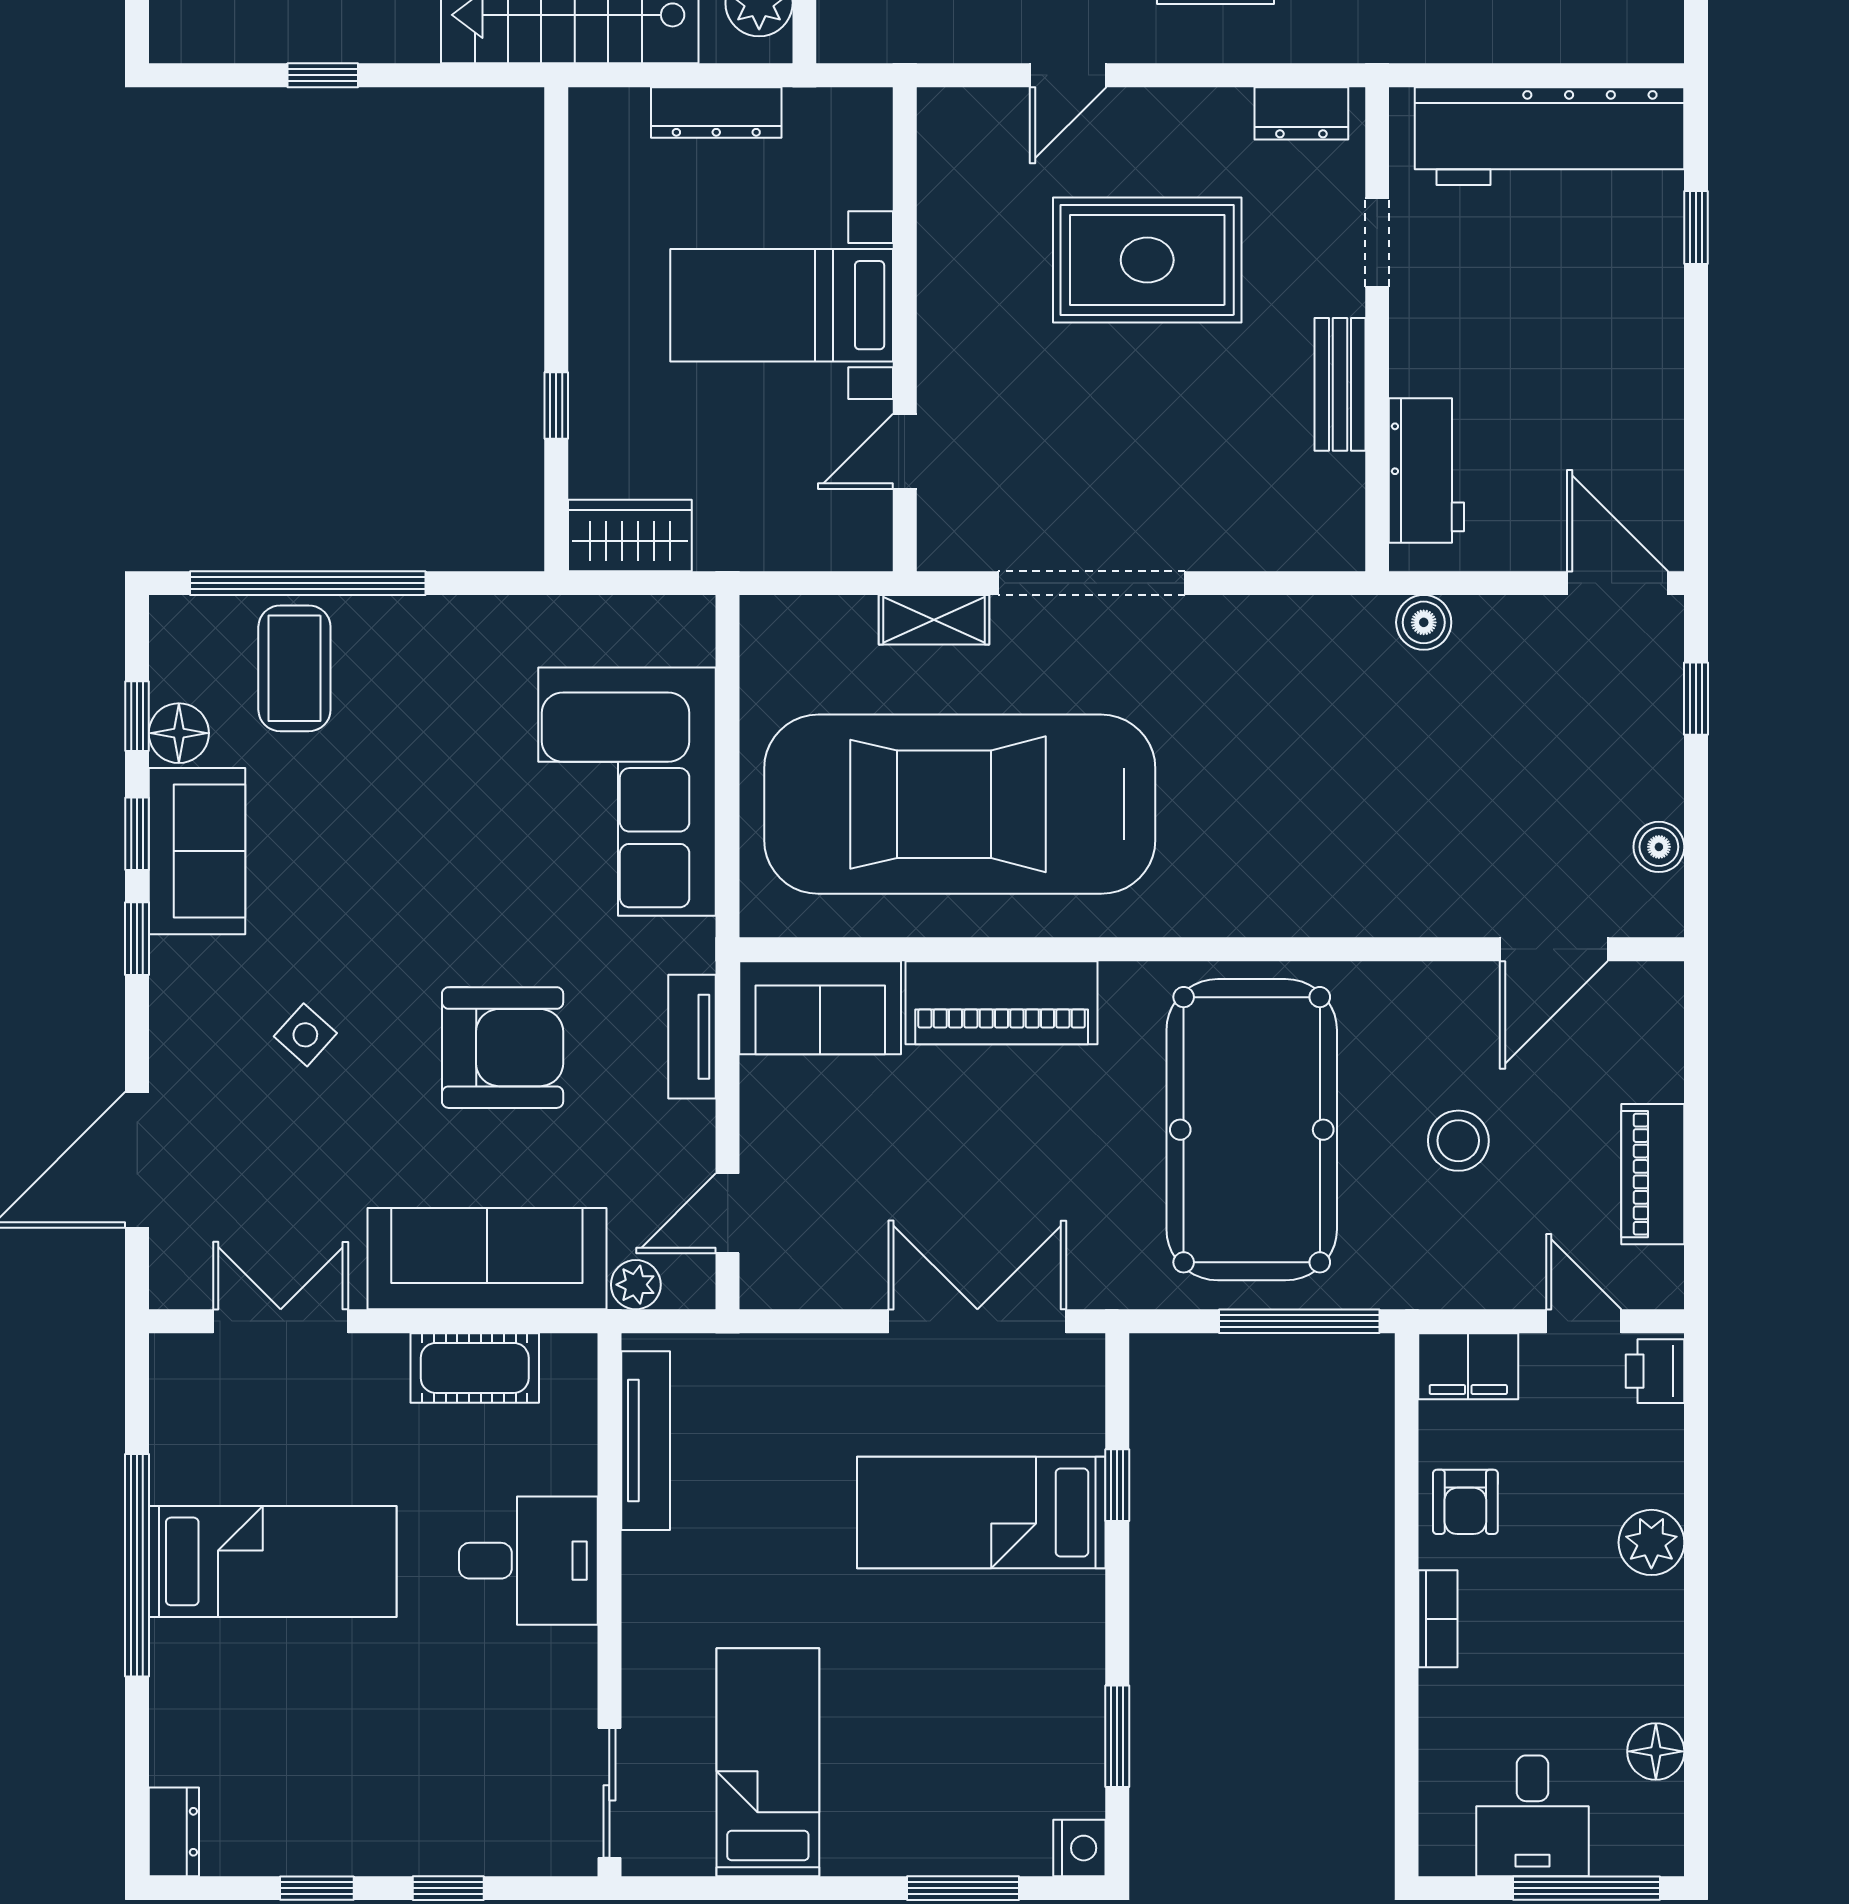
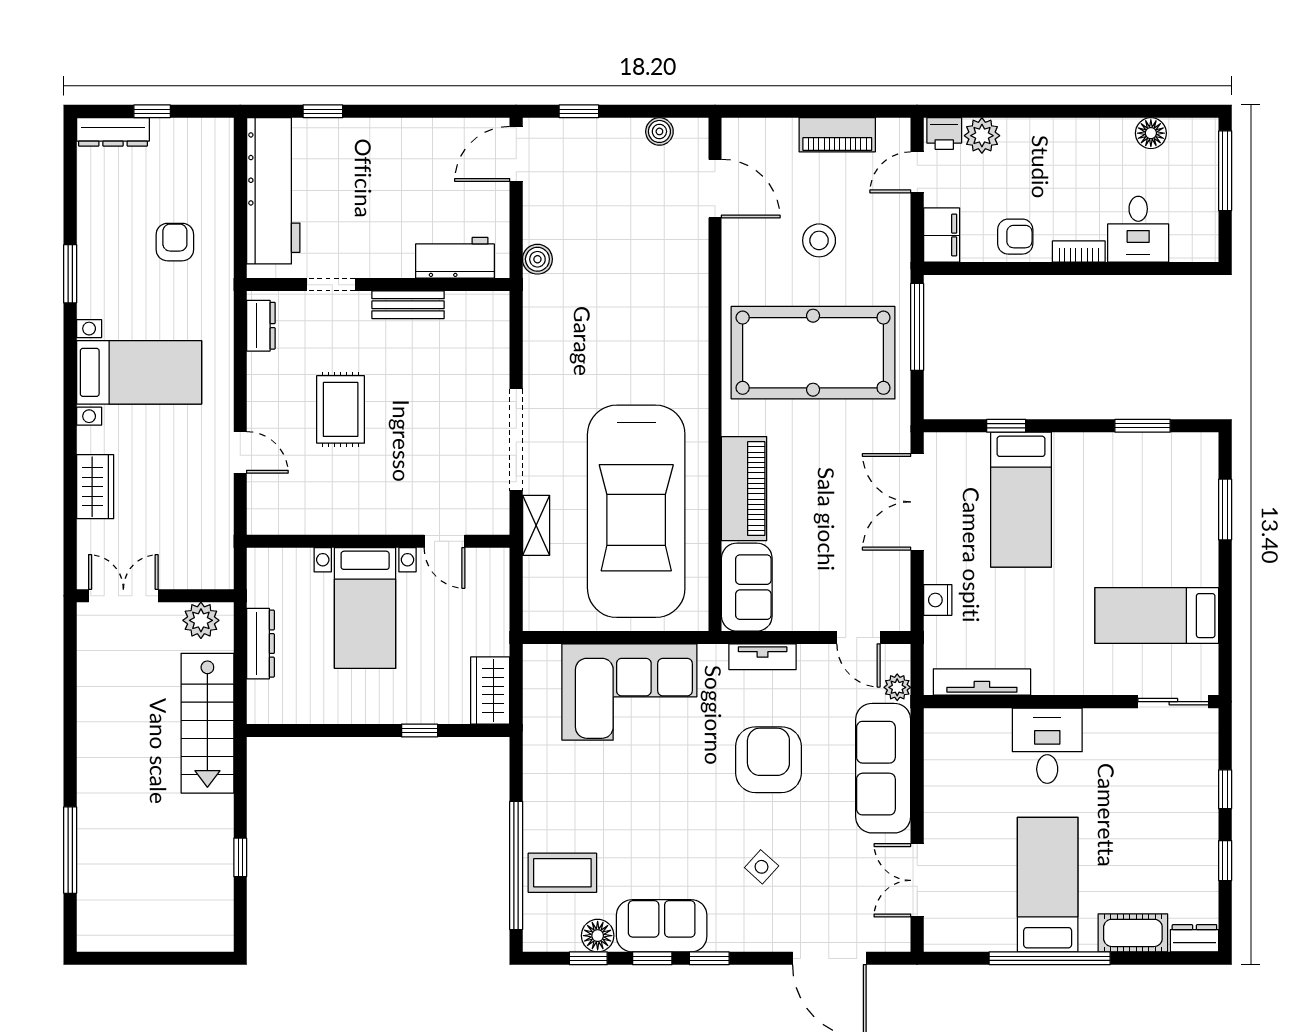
rug: (1147, 260) -> (341, 409), width x0.73, depth x0.70
cot: (475, 1368) -> (1133, 933), moved, turned 90
plant: (1651, 1542) -> (982, 136), moved
desk: (1532, 1816) -> (1138, 229), moved, turned 90
nightstand: (1079, 1848) -> (938, 600), moved, turned -90

